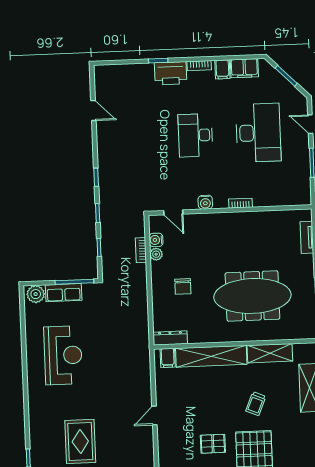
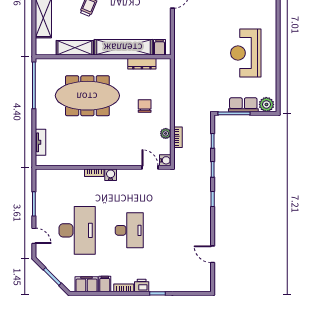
printer: (171, 73) -> (142, 285), width x0.53, depth x0.68
desk: (258, 133) -> (77, 230), turned 180
water cooler: (205, 202) -> (111, 175), moved
water cooler: (156, 240) -> (165, 160), moved
dresser: (170, 338) -> (142, 64), moved

